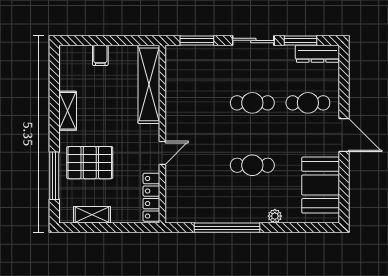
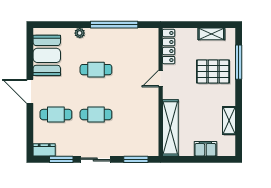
dresser: (317, 54) -> (44, 150), width x0.70
filing cabinet: (100, 55) -> (205, 149), width x2.00
shelving: (68, 111) -> (229, 121), moved

